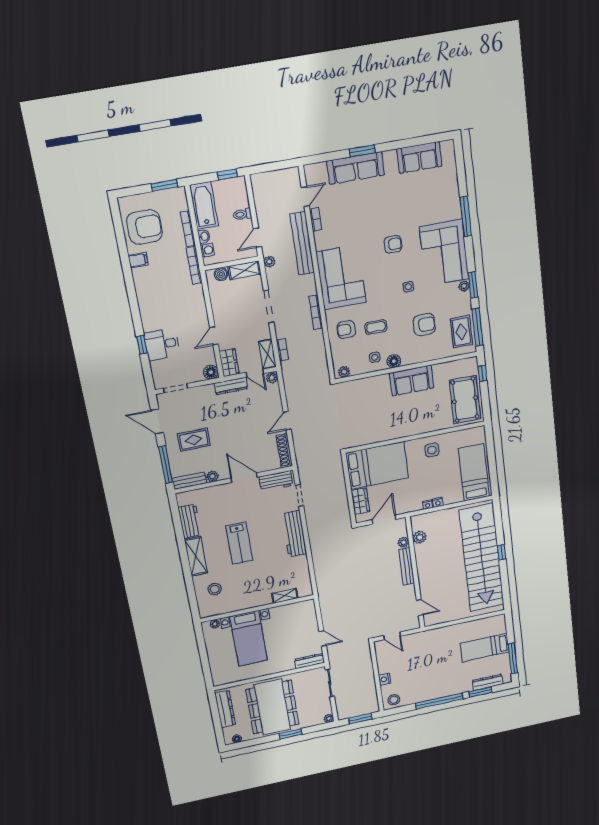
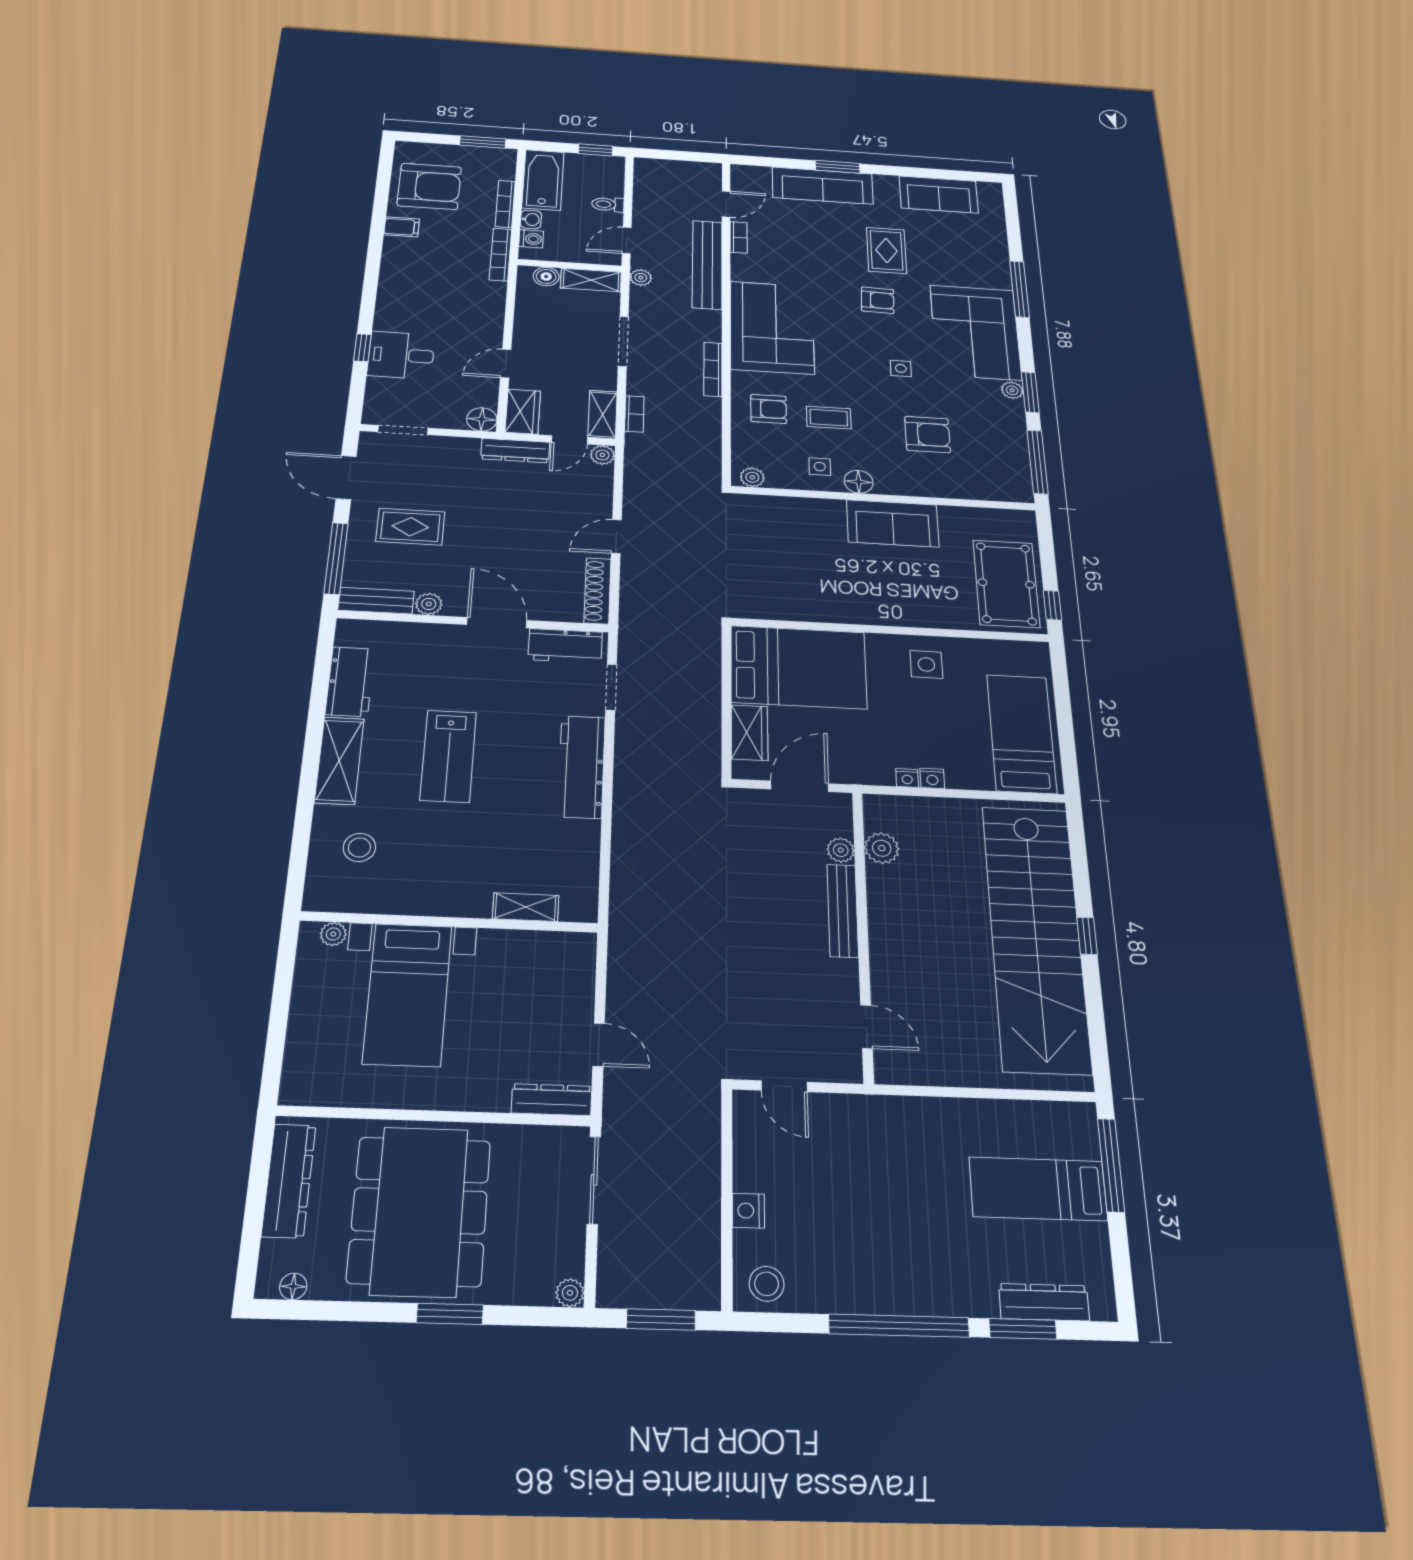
armchair: (346, 330) -> (769, 409), turned 180
rug: (461, 332) -> (887, 250), moved
door: (255, 373) -> (569, 440), hinge flipped
window: (482, 373) -> (1052, 605), moved
window: (513, 658) -> (1111, 1165), moved

